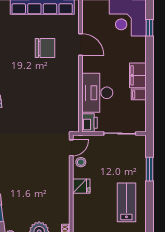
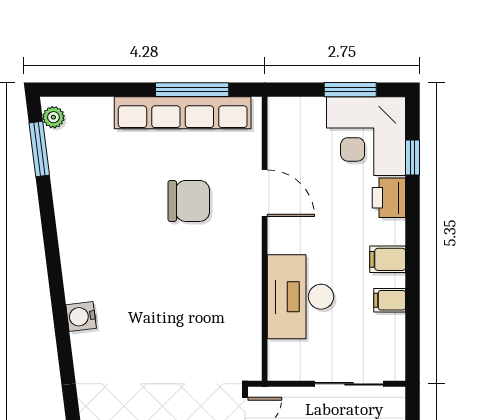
filing cabinet: (138, 75) -> (388, 259), width x0.50
printer: (90, 123) -> (389, 198), moved, turned 180

